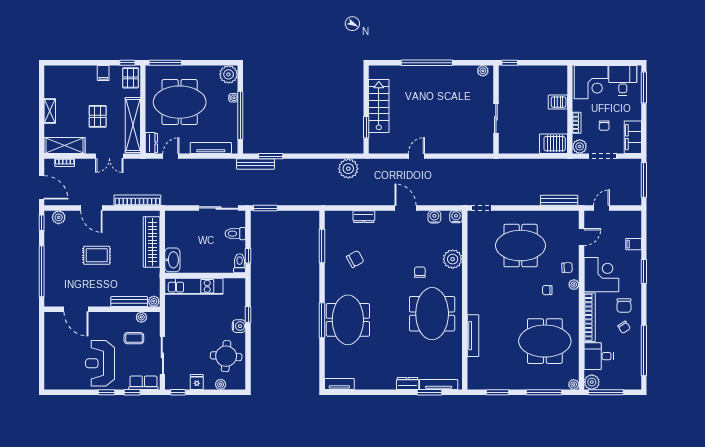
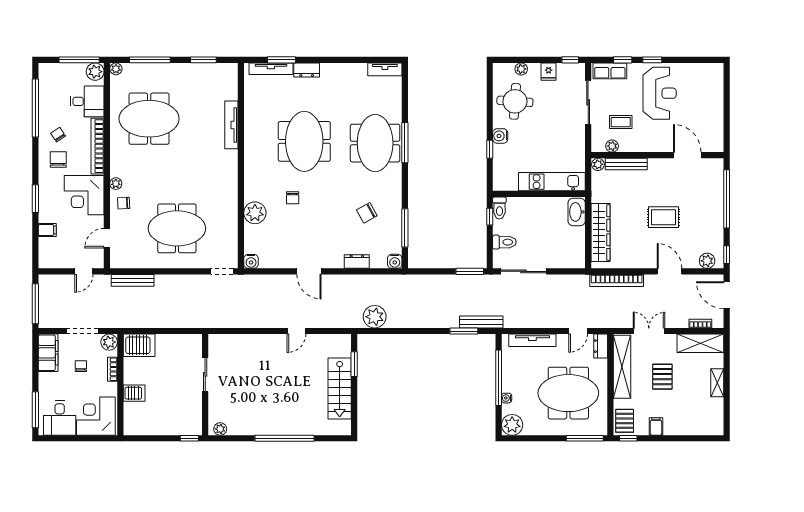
water cooler: (434, 217) -> (395, 261), moved
chair: (547, 290) -> (146, 177), removed
meeting table: (432, 314) -> (304, 141), moved

